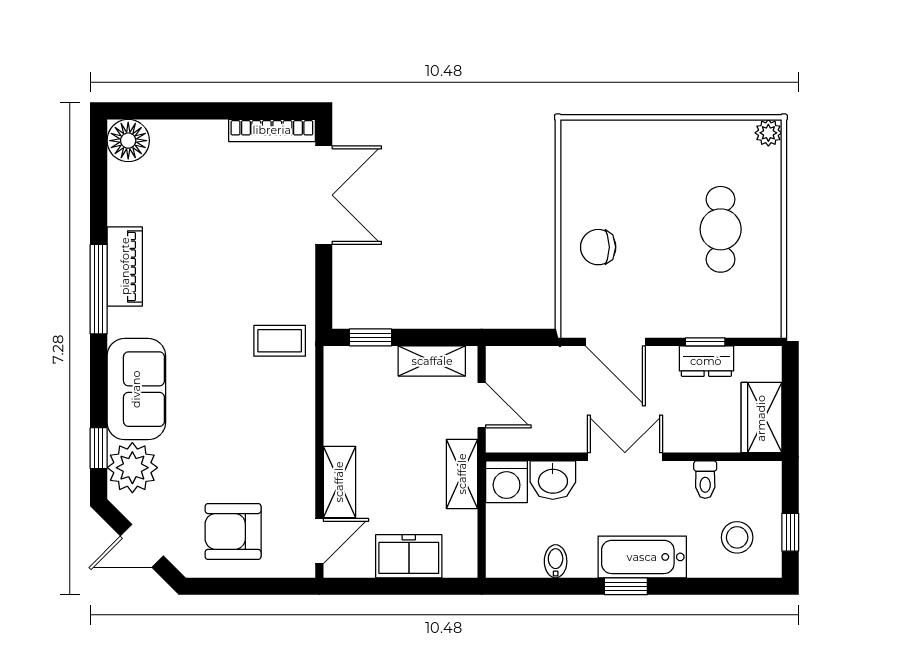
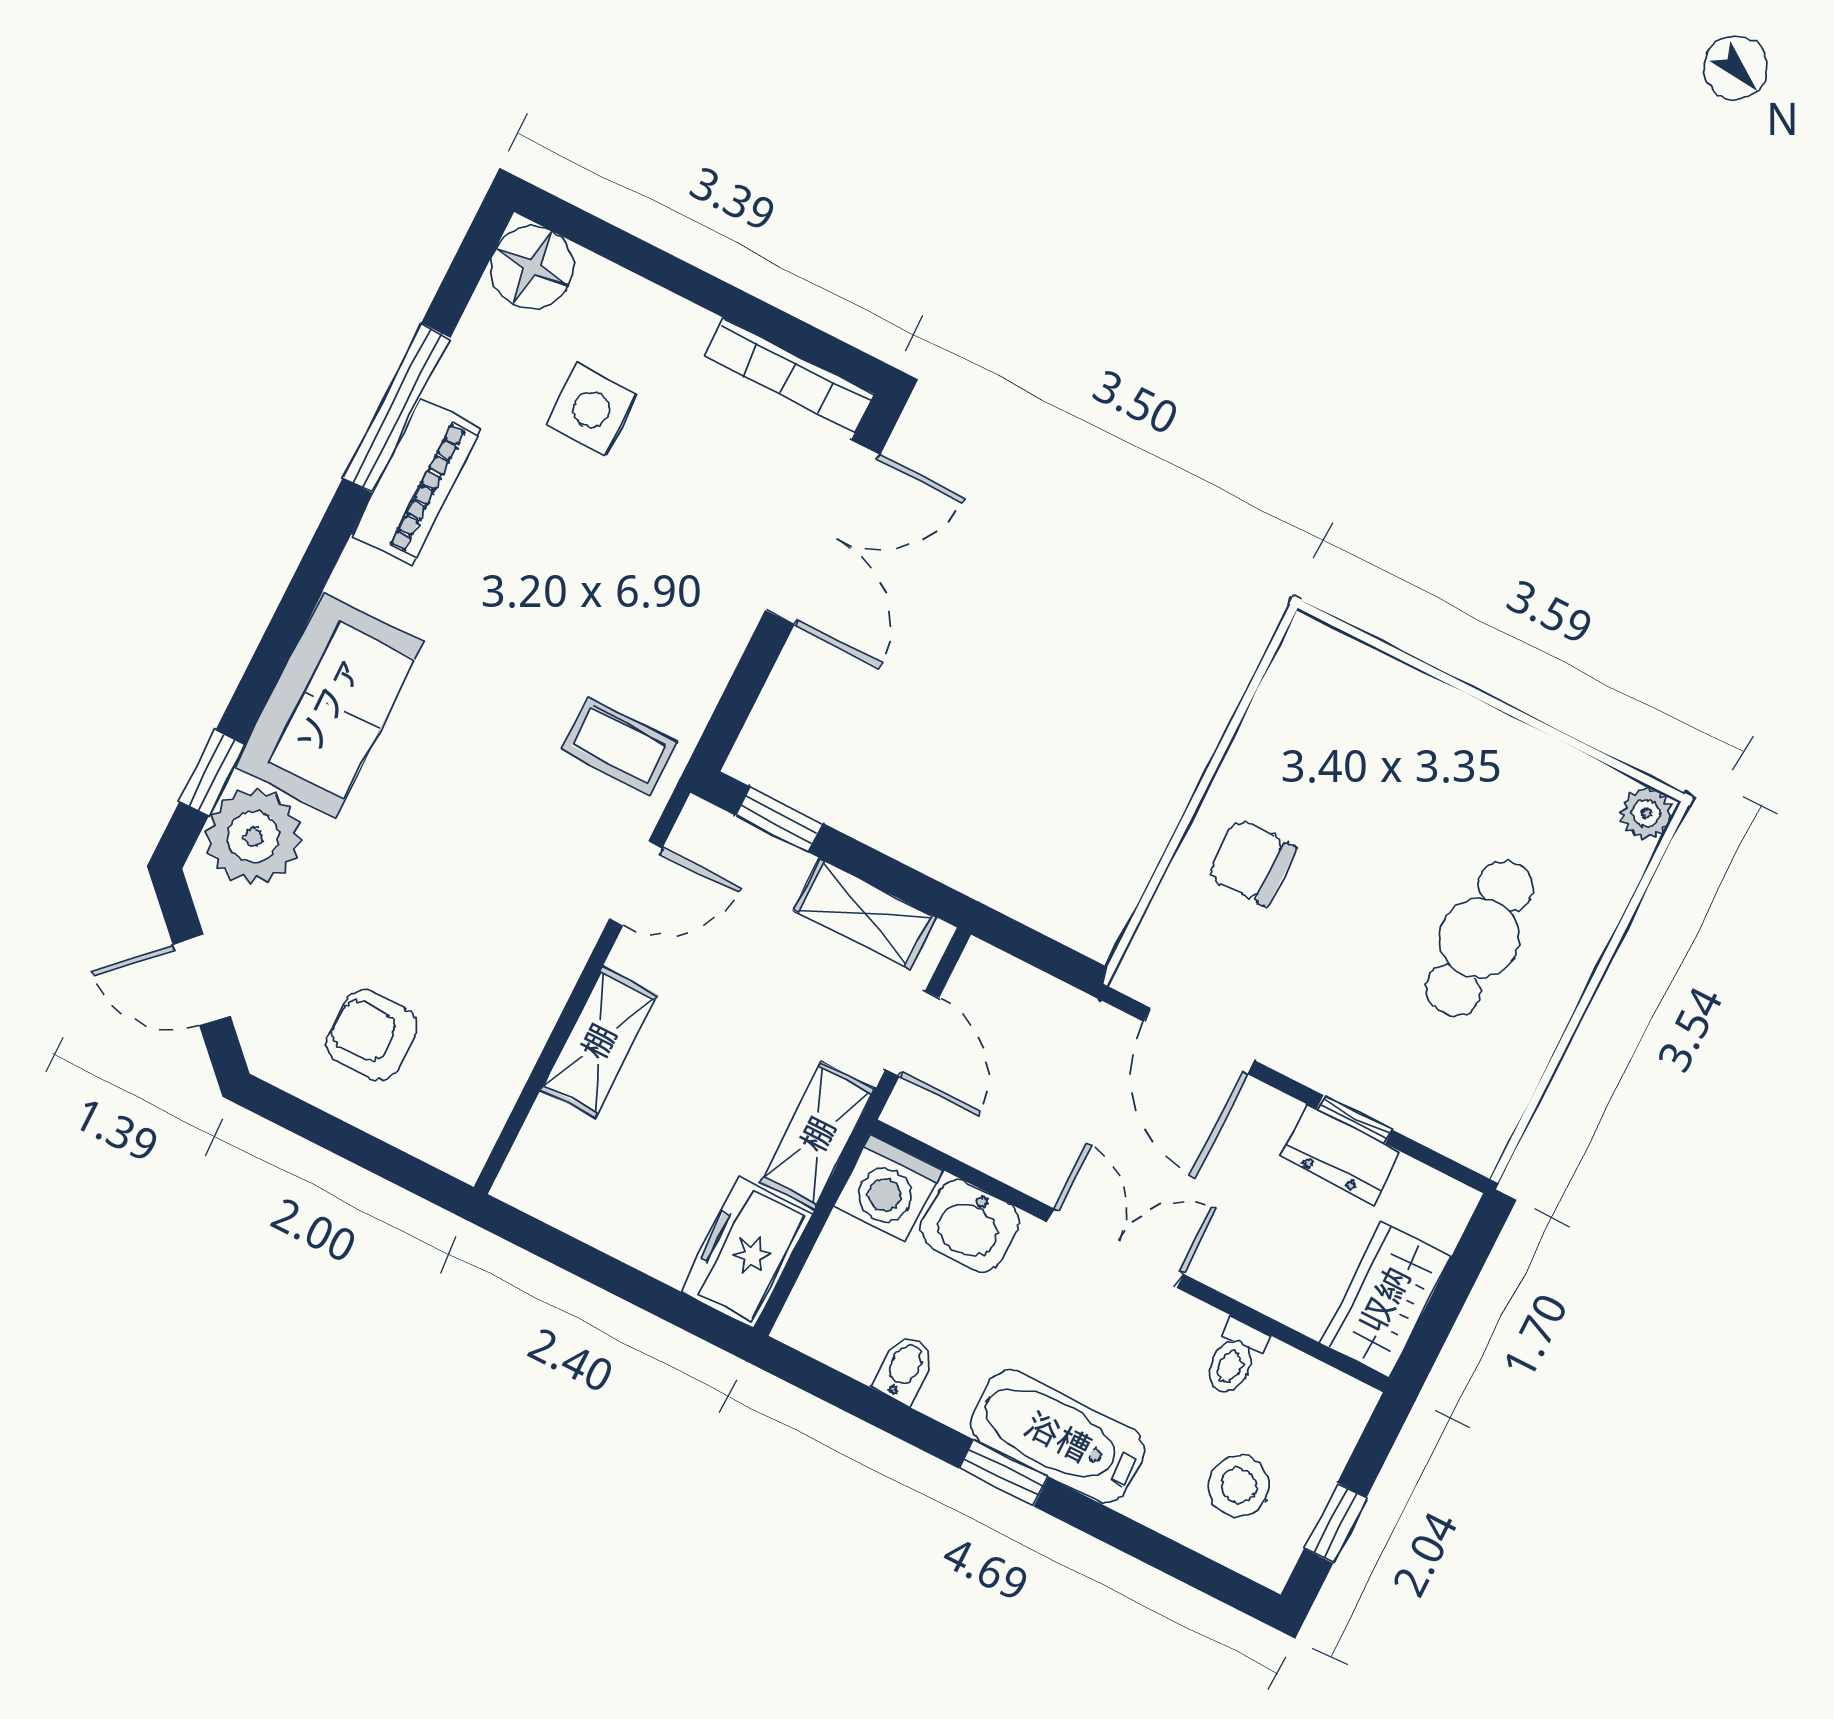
side table: (188, 192) -> (591, 409), added
window: (99, 289) -> (397, 408), moved
armchair: (233, 531) -> (372, 1035), width x0.72, depth x0.72
door: (319, 541) -> (636, 884), moved
freezer: (409, 556) -> (746, 1252), moved, turned -90

